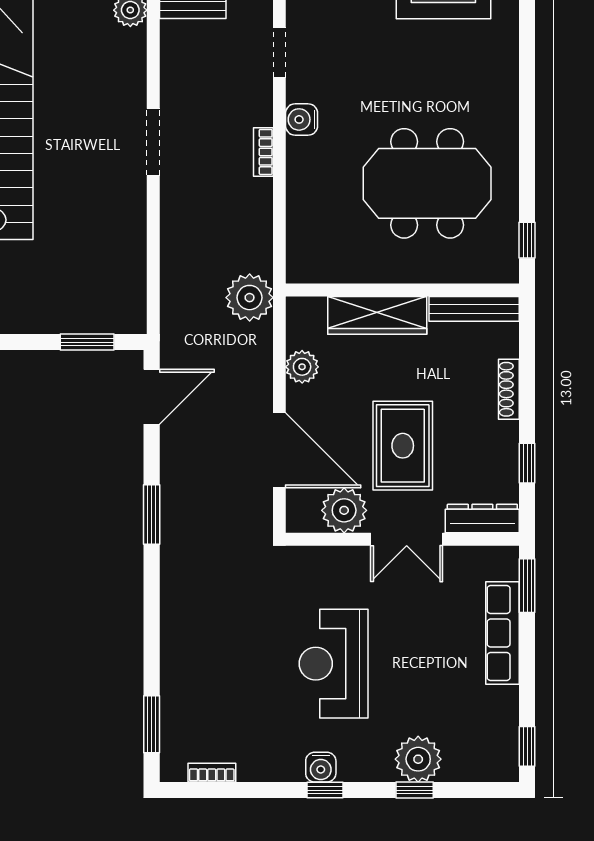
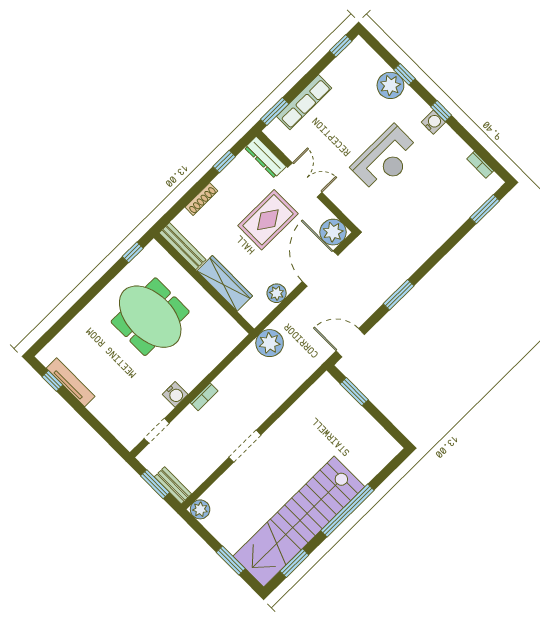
plant: (344, 510) -> (333, 232), moved

